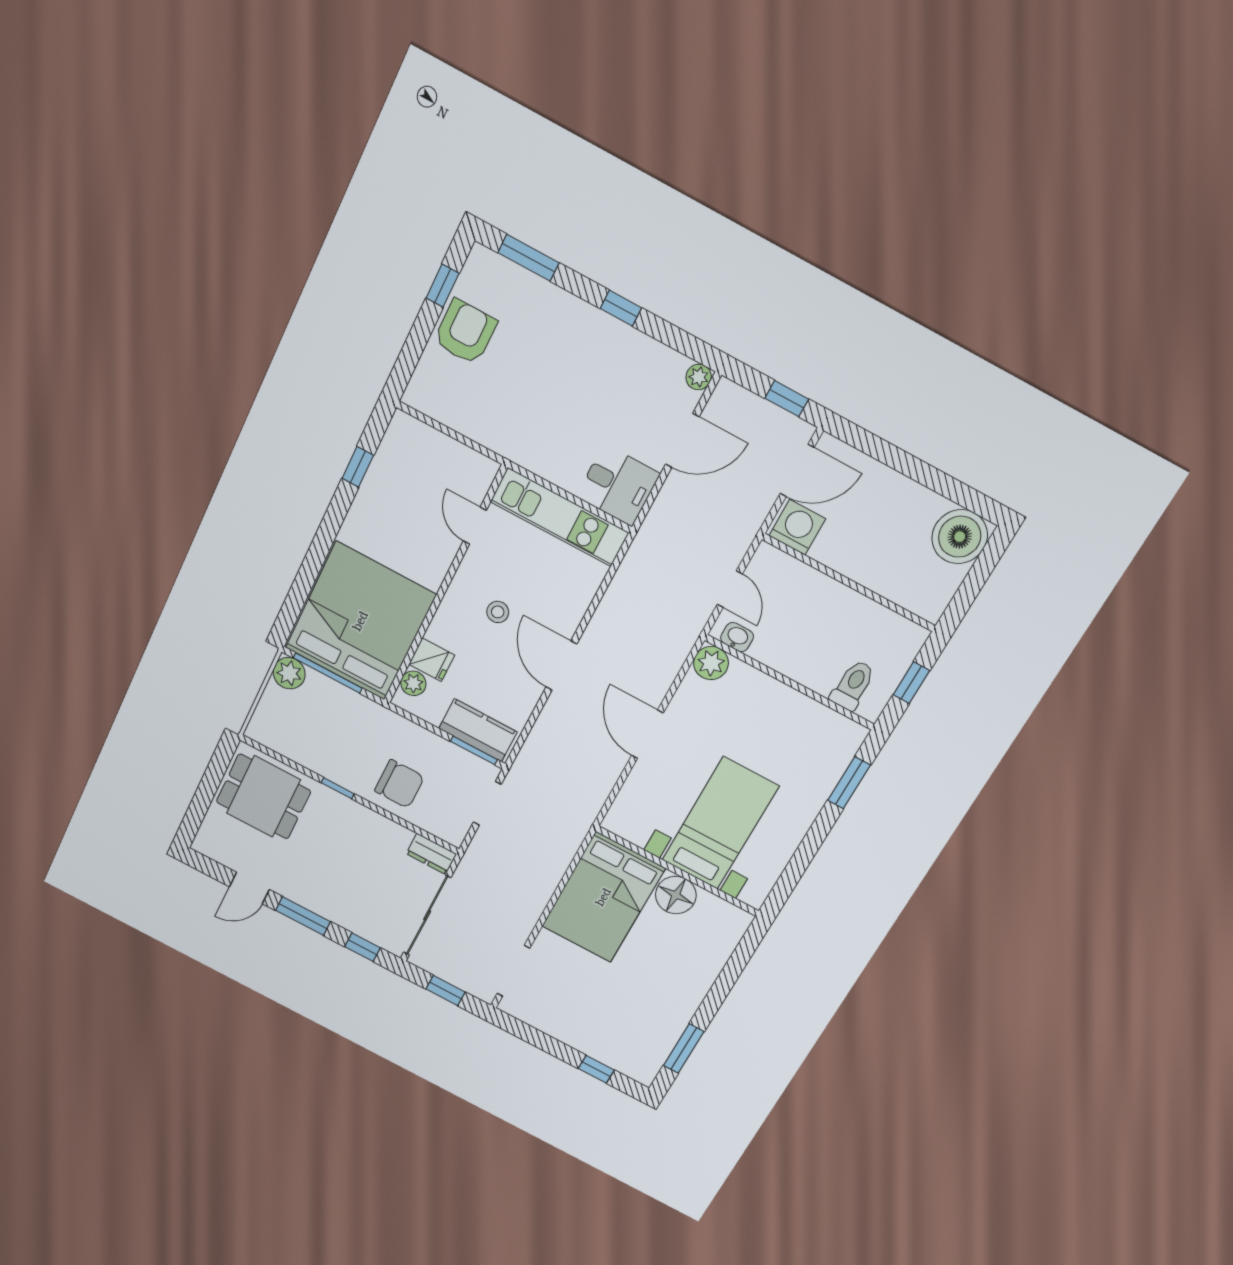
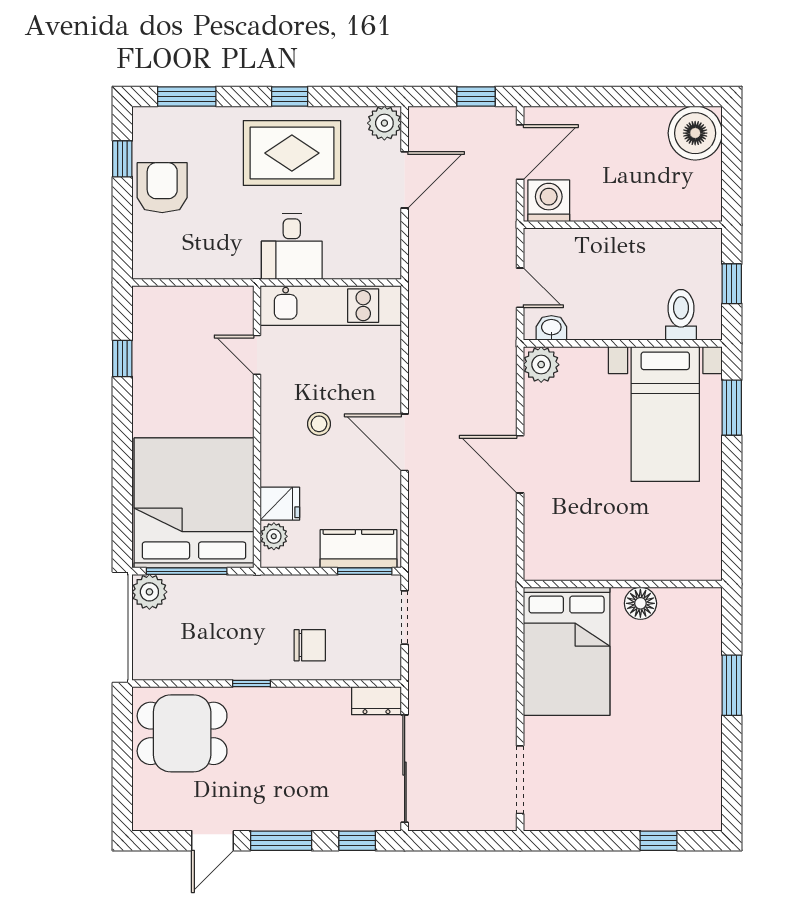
rug: (596, 362) -> (292, 153), added
plant: (699, 377) -> (384, 123), width x1.38, depth x1.38
desk: (618, 485) -> (292, 246), moved, turned 90
chair: (399, 784) -> (310, 645), width x0.73, depth x0.73
bed with nightstands: (720, 823) -> (665, 414), moved, turned 180
floor lamp: (676, 895) -> (640, 603), width x0.73, depth x0.73
window: (446, 991) -> (464, 841), removed
window: (684, 1048) -> (732, 685), moved

